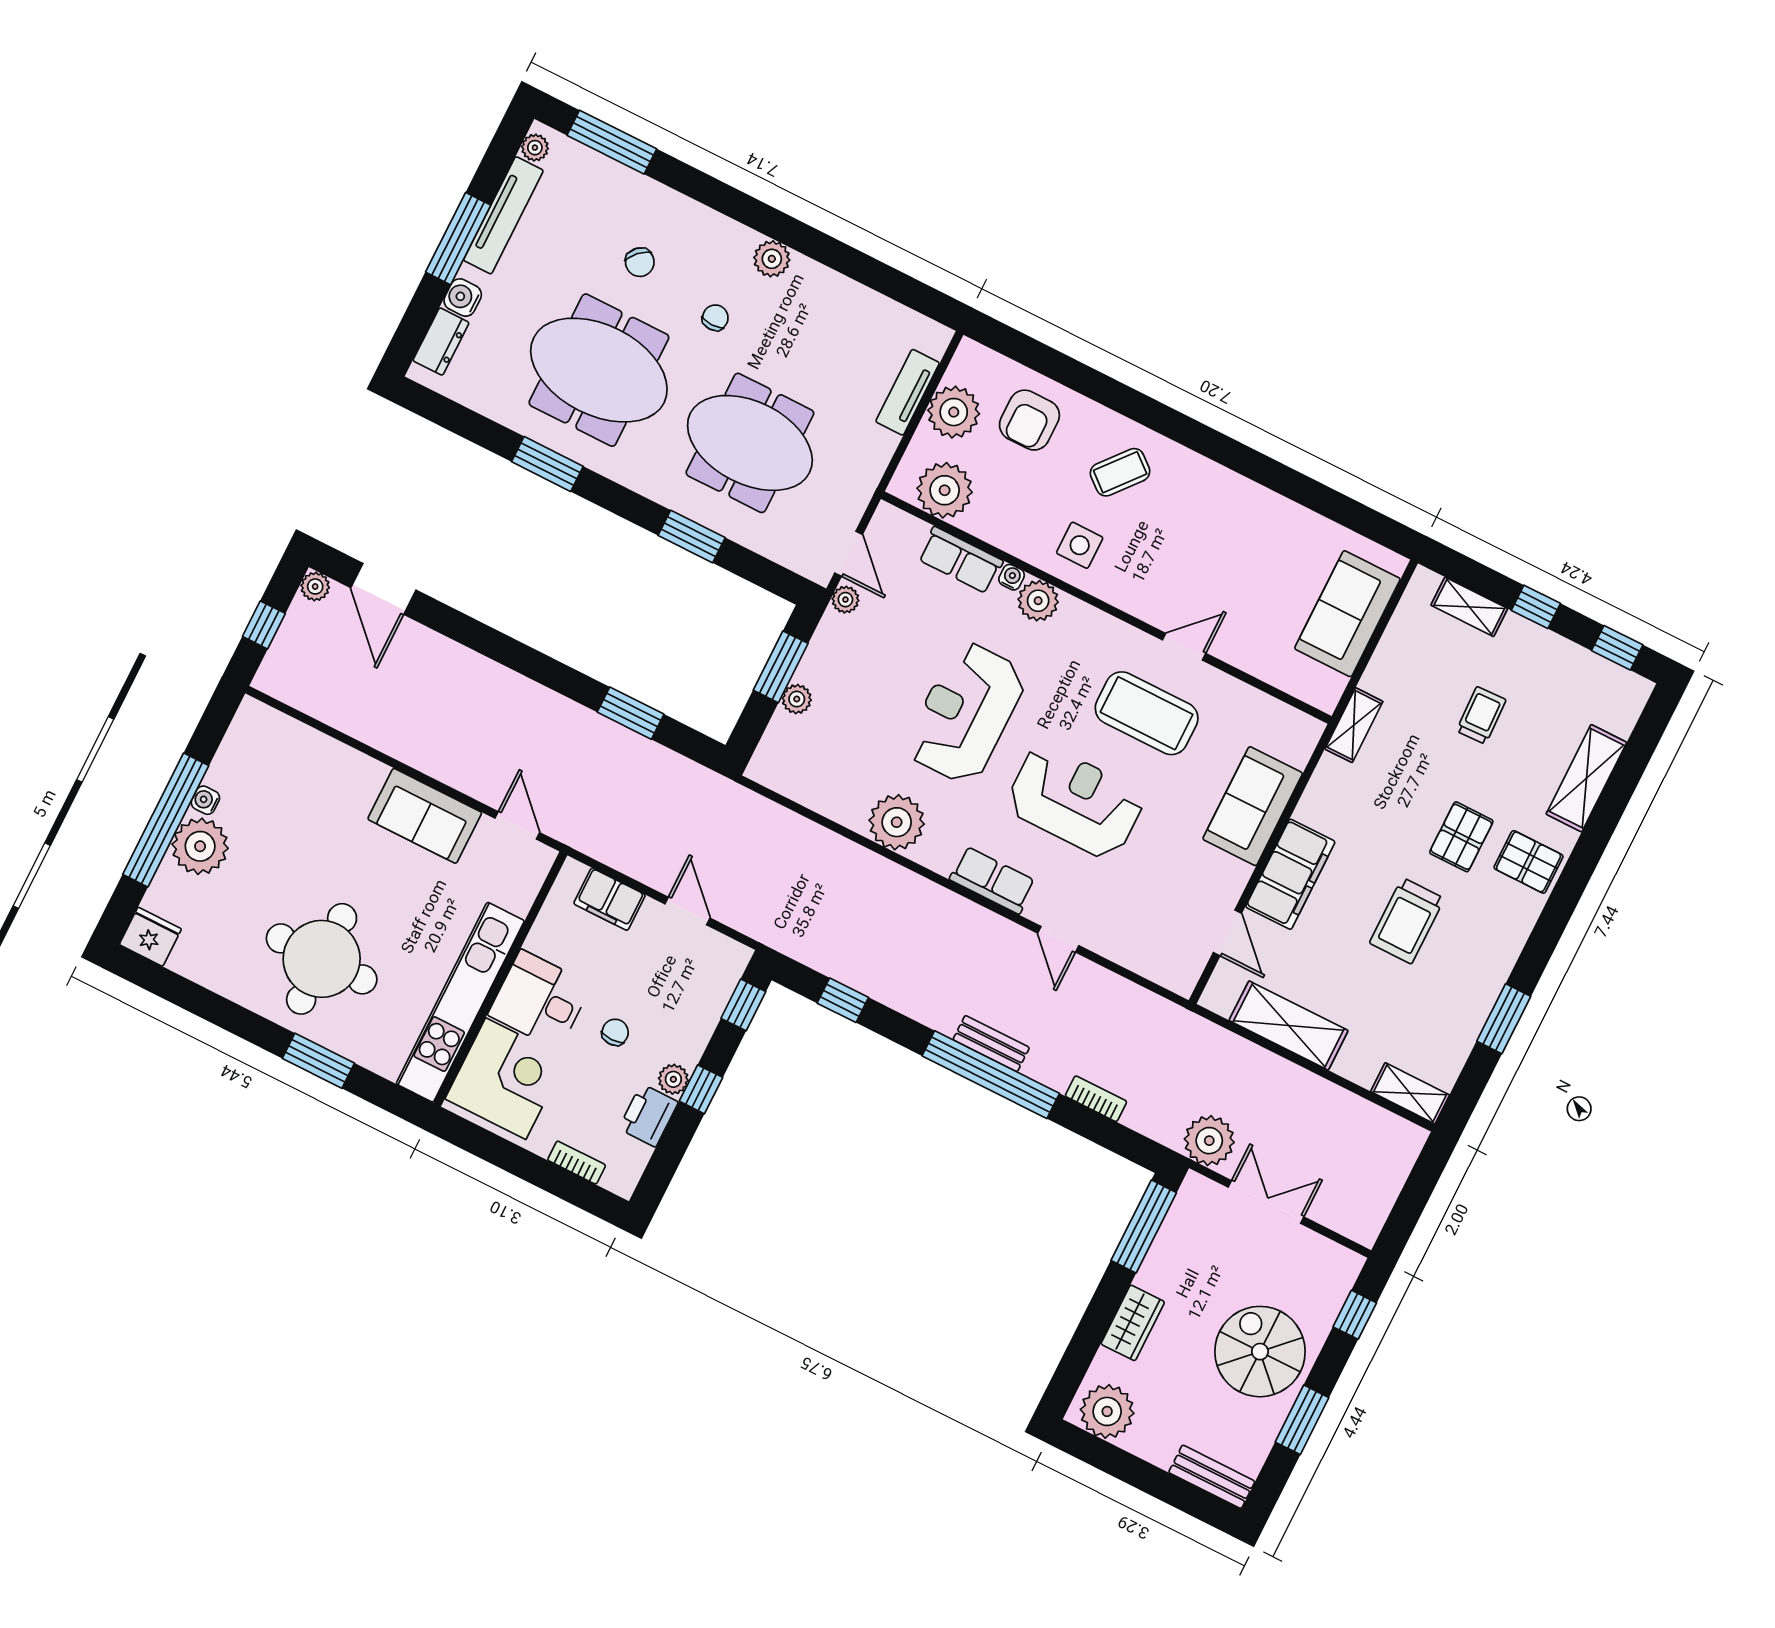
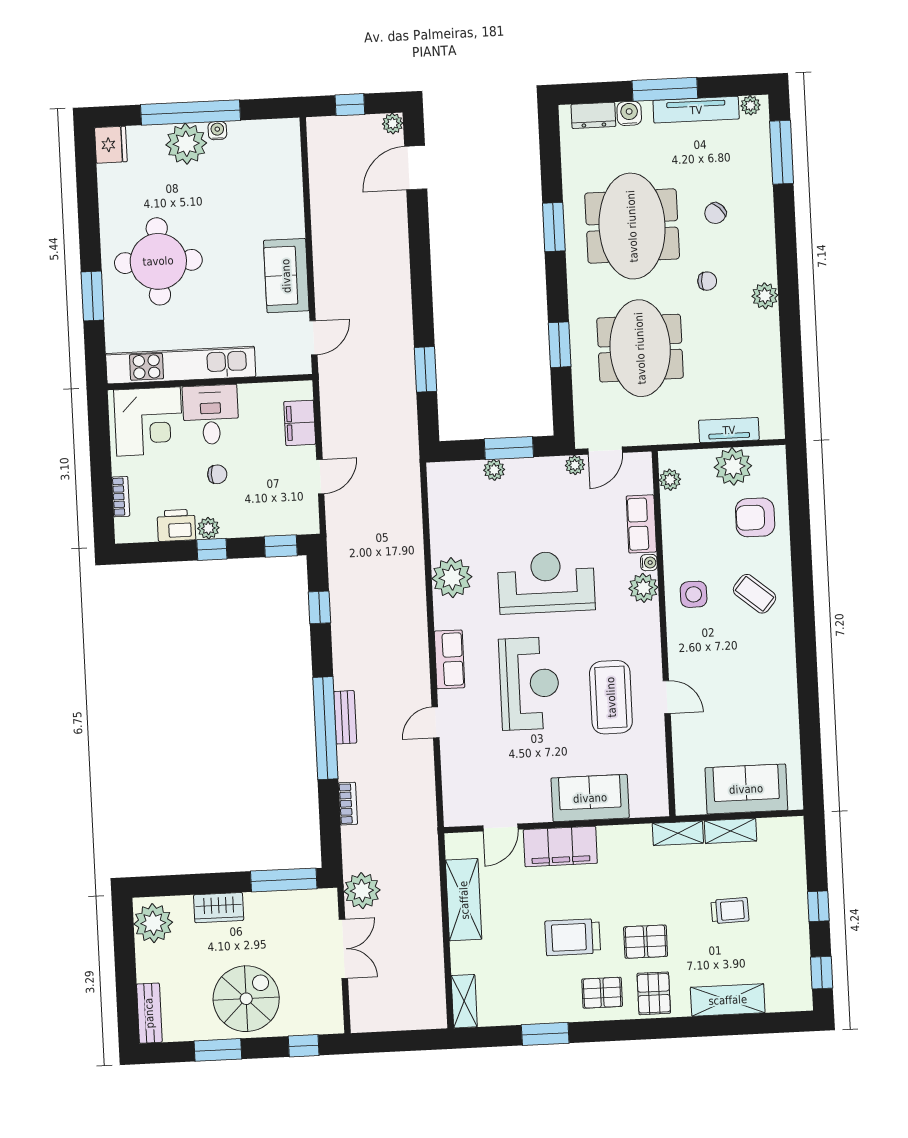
plant: (945, 490) -> (670, 480), width x0.53, depth x0.53
shelving: (1469, 607) -> (731, 831), moved, turned 90
pallet: (1493, 923) -> (602, 993), added

